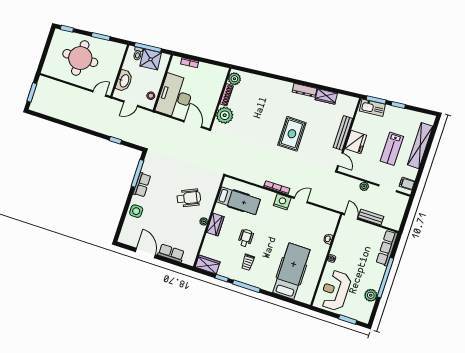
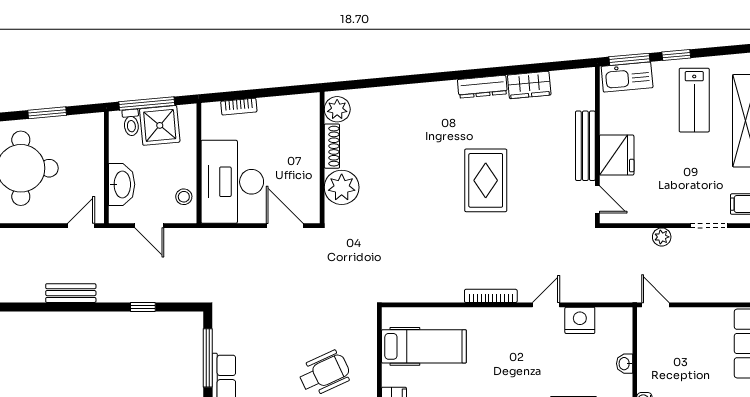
door: (131, 104) -> (149, 226), hinge flipped
lab bench: (392, 149) -> (694, 100), moved
nightstand: (282, 202) -> (580, 320), moved
bench: (371, 217) -> (71, 293), moved

